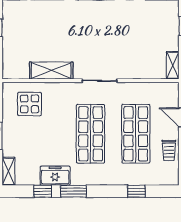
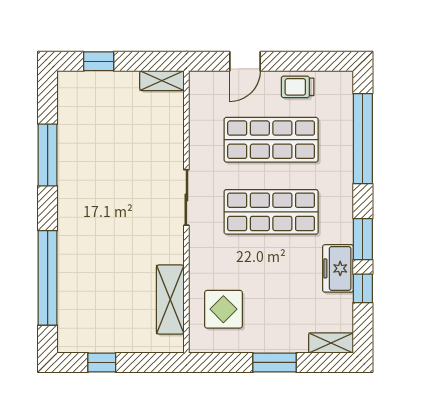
shelving: (51, 71) -> (170, 300), moved
trolley: (169, 150) -> (298, 87), turned 180
window: (136, 191) -> (363, 139), width x3.17

